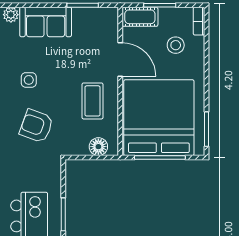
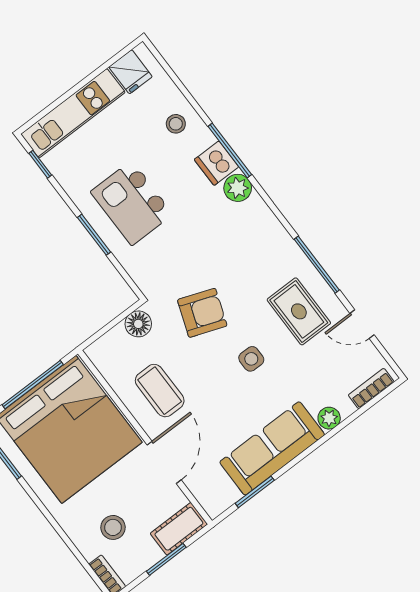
sofa: (46, 22) -> (272, 448), width x1.36
door: (120, 60) -> (164, 462), swing flipped
floor lamp: (98, 147) -> (138, 324), moved

